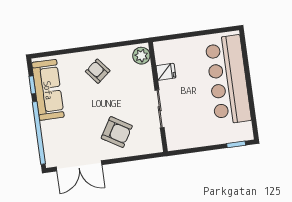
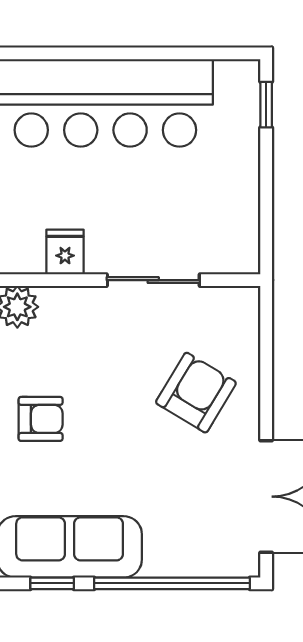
armchair: (98, 71) -> (41, 419), turned -141

